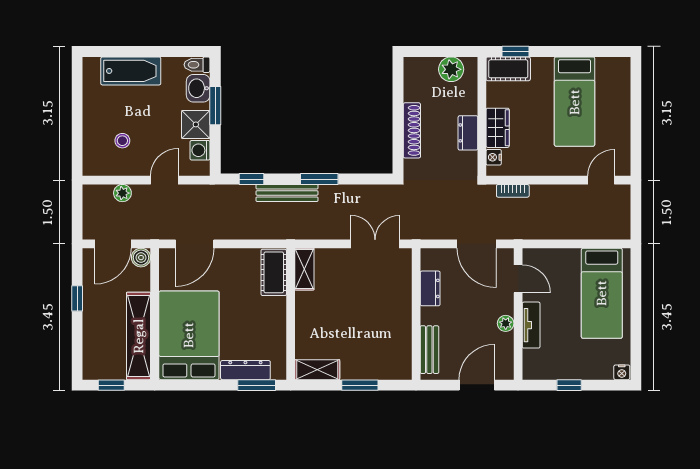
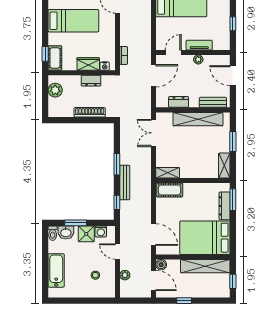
shelving: (400, 323) -> (198, 119), added

